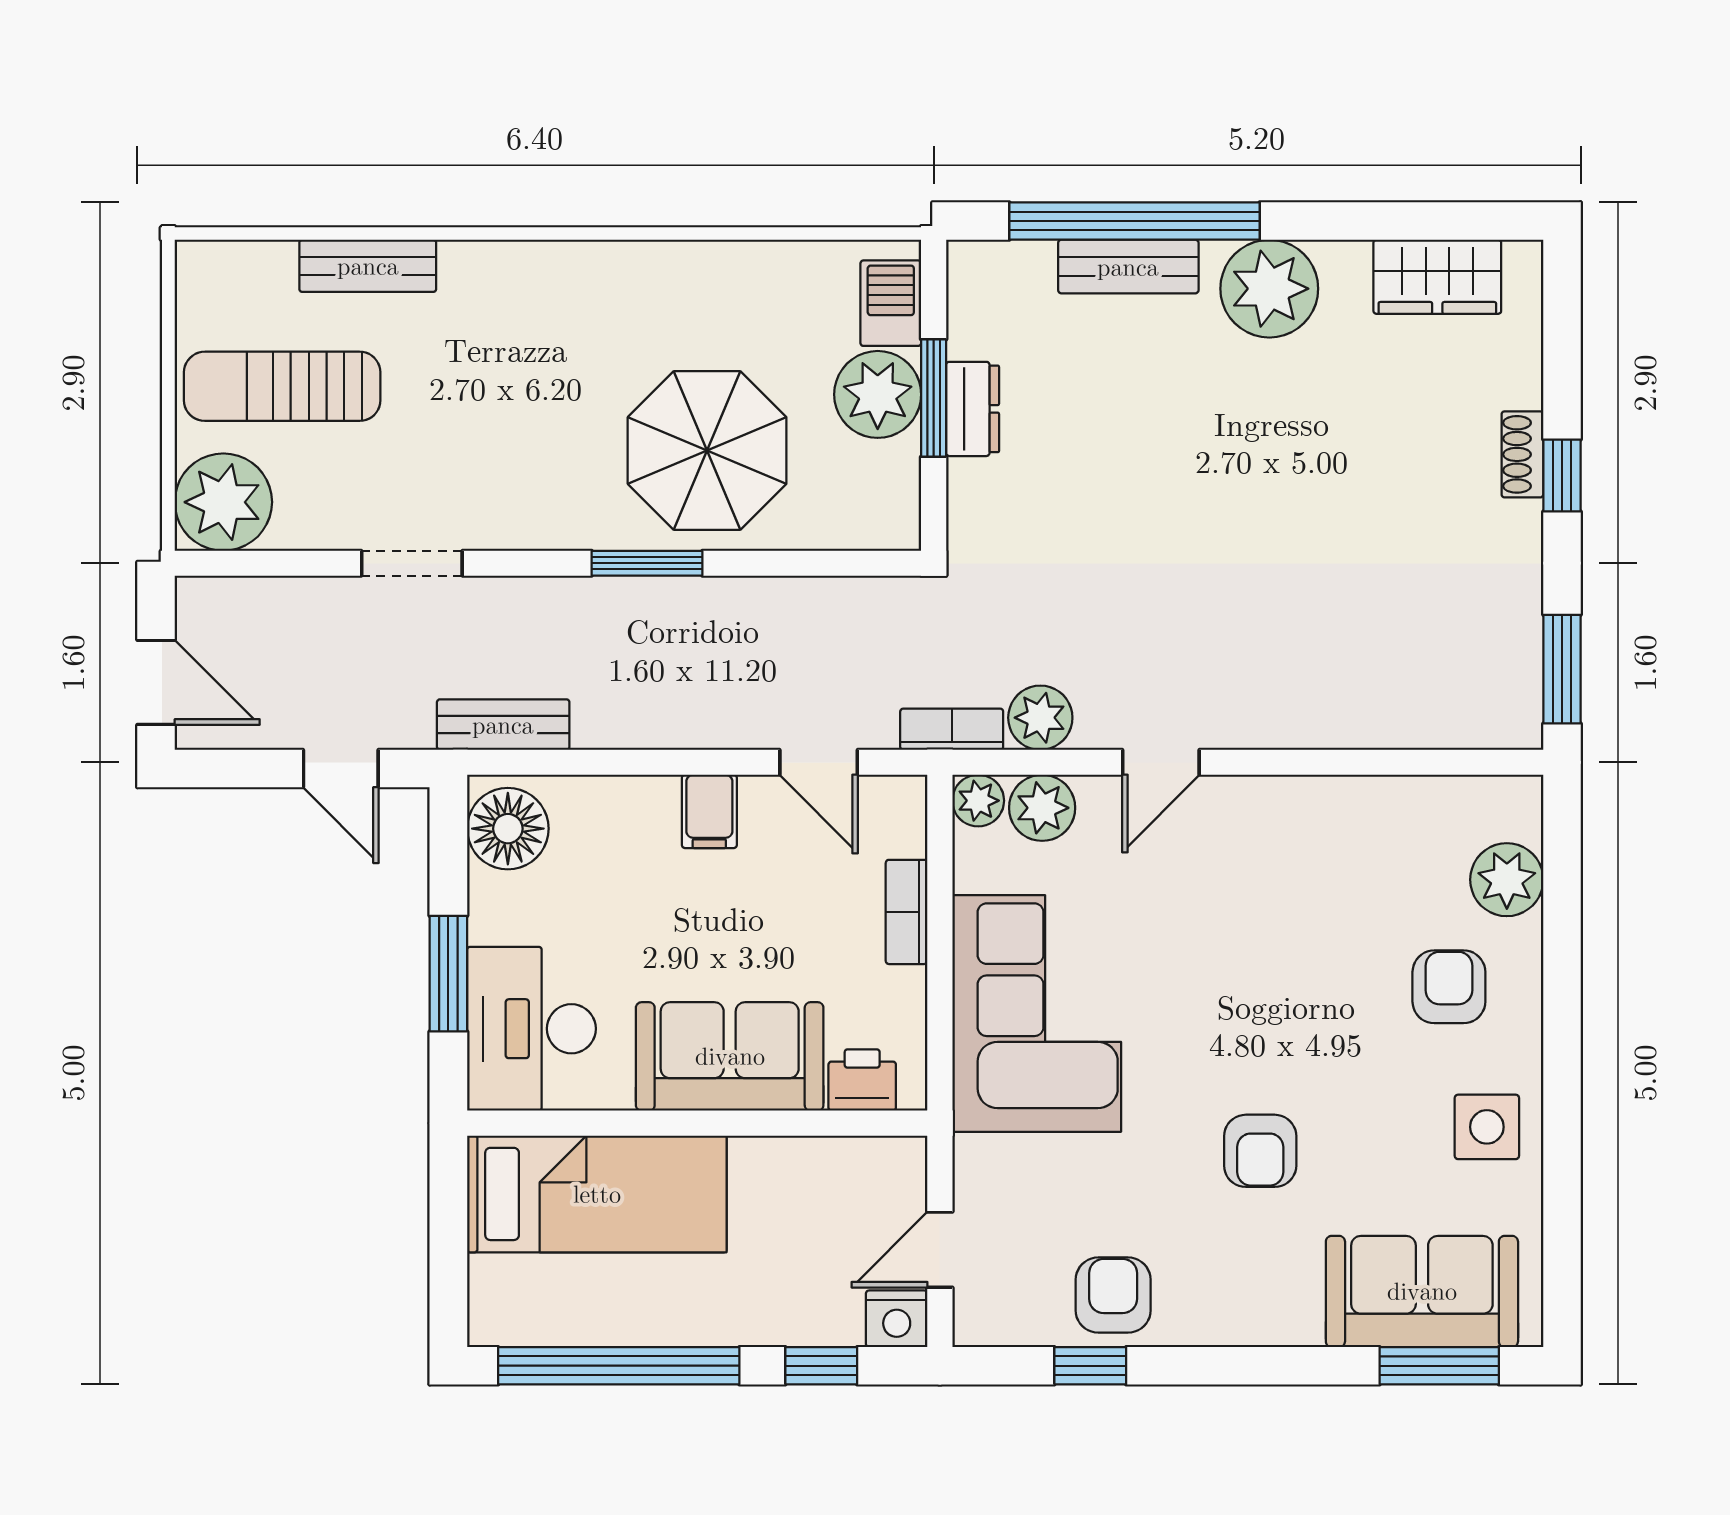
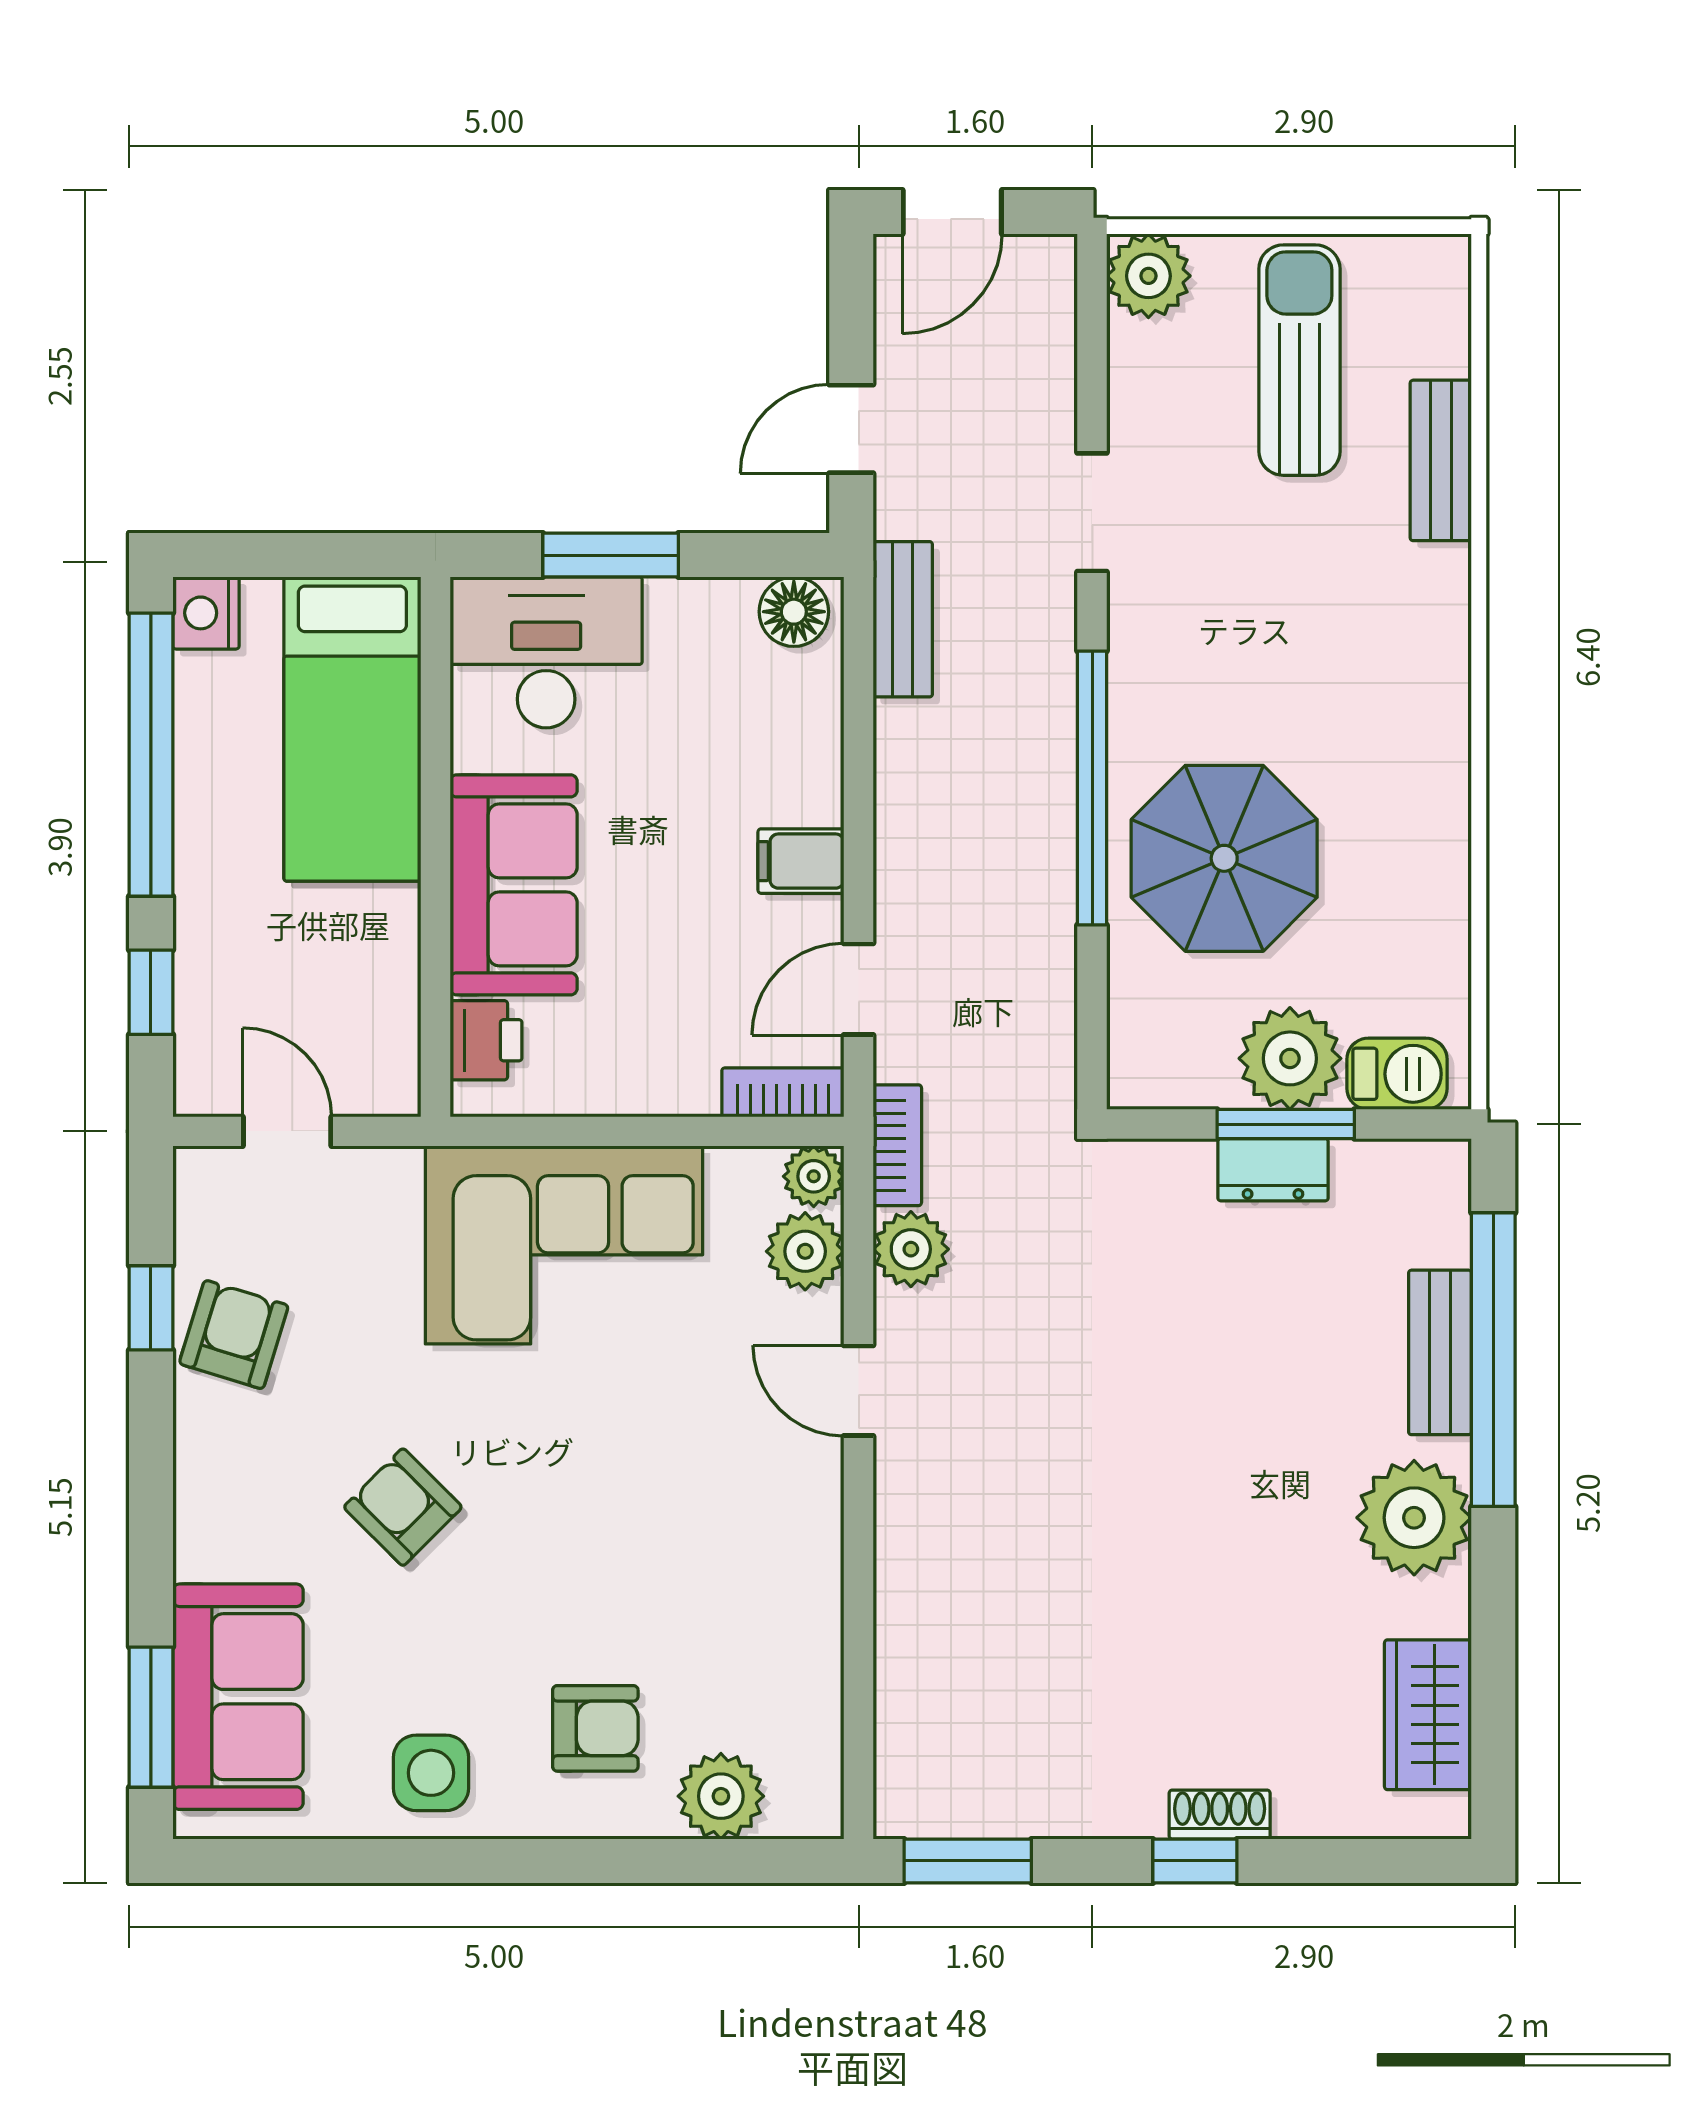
plant: (223, 502) -> (1148, 276), width x0.73, depth x0.73
window: (647, 563) -> (1092, 788), width x2.11
floor lamp: (508, 829) -> (794, 612), width x0.73, depth x0.73
bookcase: (907, 912) -> (783, 1092), moved
armchair: (1260, 1151) -> (403, 1507), turned 45
armchair: (1113, 1295) -> (234, 1335), turned -73
nightstand: (897, 1319) -> (206, 613), moved

